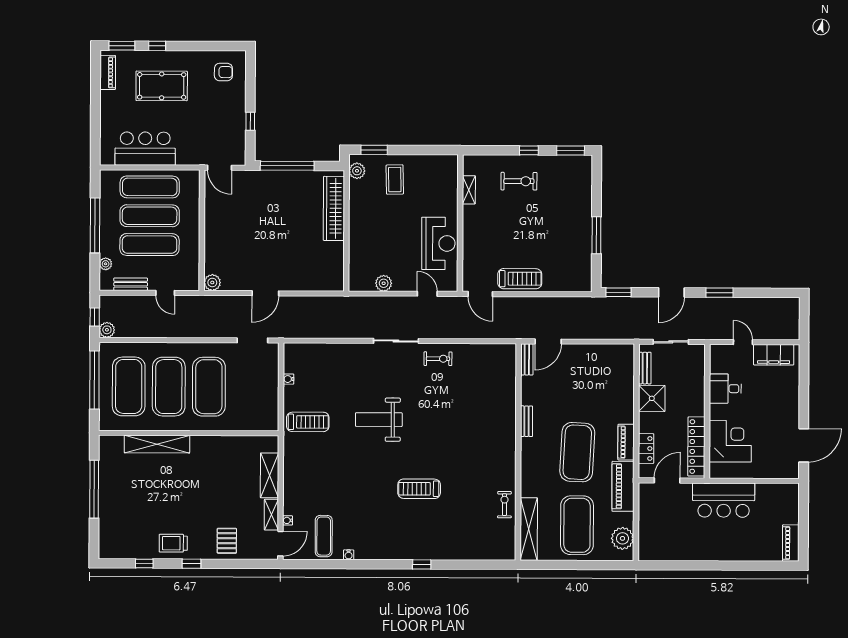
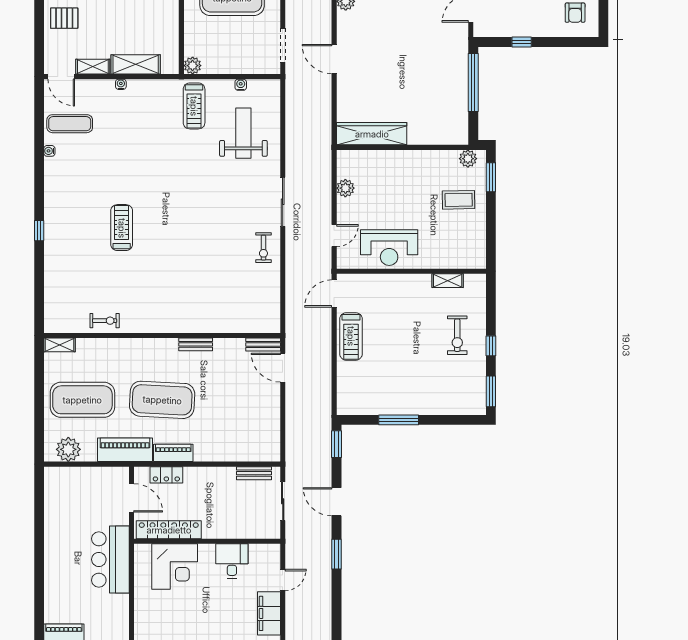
wardrobe: (334, 208) -> (372, 134), moved
shower: (652, 398) -> (221, 481), removed
weight bench: (379, 420) -> (243, 133), moved
plant: (271, 423) -> (193, 66), added
water cooler: (288, 520) -> (121, 84), moved
shelving: (529, 529) -> (59, 345), width x0.45, depth x0.75

